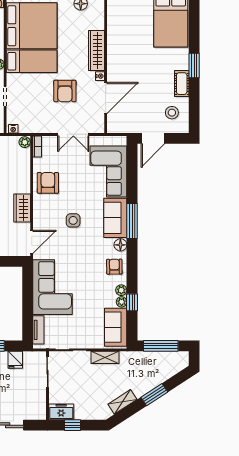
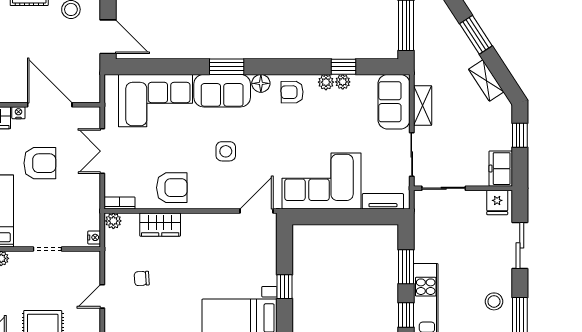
double door: (73, 134) -> (102, 151), swing flipped
armchair: (48, 183) -> (172, 188), turned 180
wardrobe: (22, 208) -> (160, 225), moved
window: (132, 221) -> (227, 67), width x0.69
door: (32, 242) -> (257, 211), hinge flipped
sofa: (116, 327) -> (394, 102), moved, turned 90
fridge: (15, 360) -> (497, 202), moved, turned 90
window: (73, 425) -> (520, 135), moved

